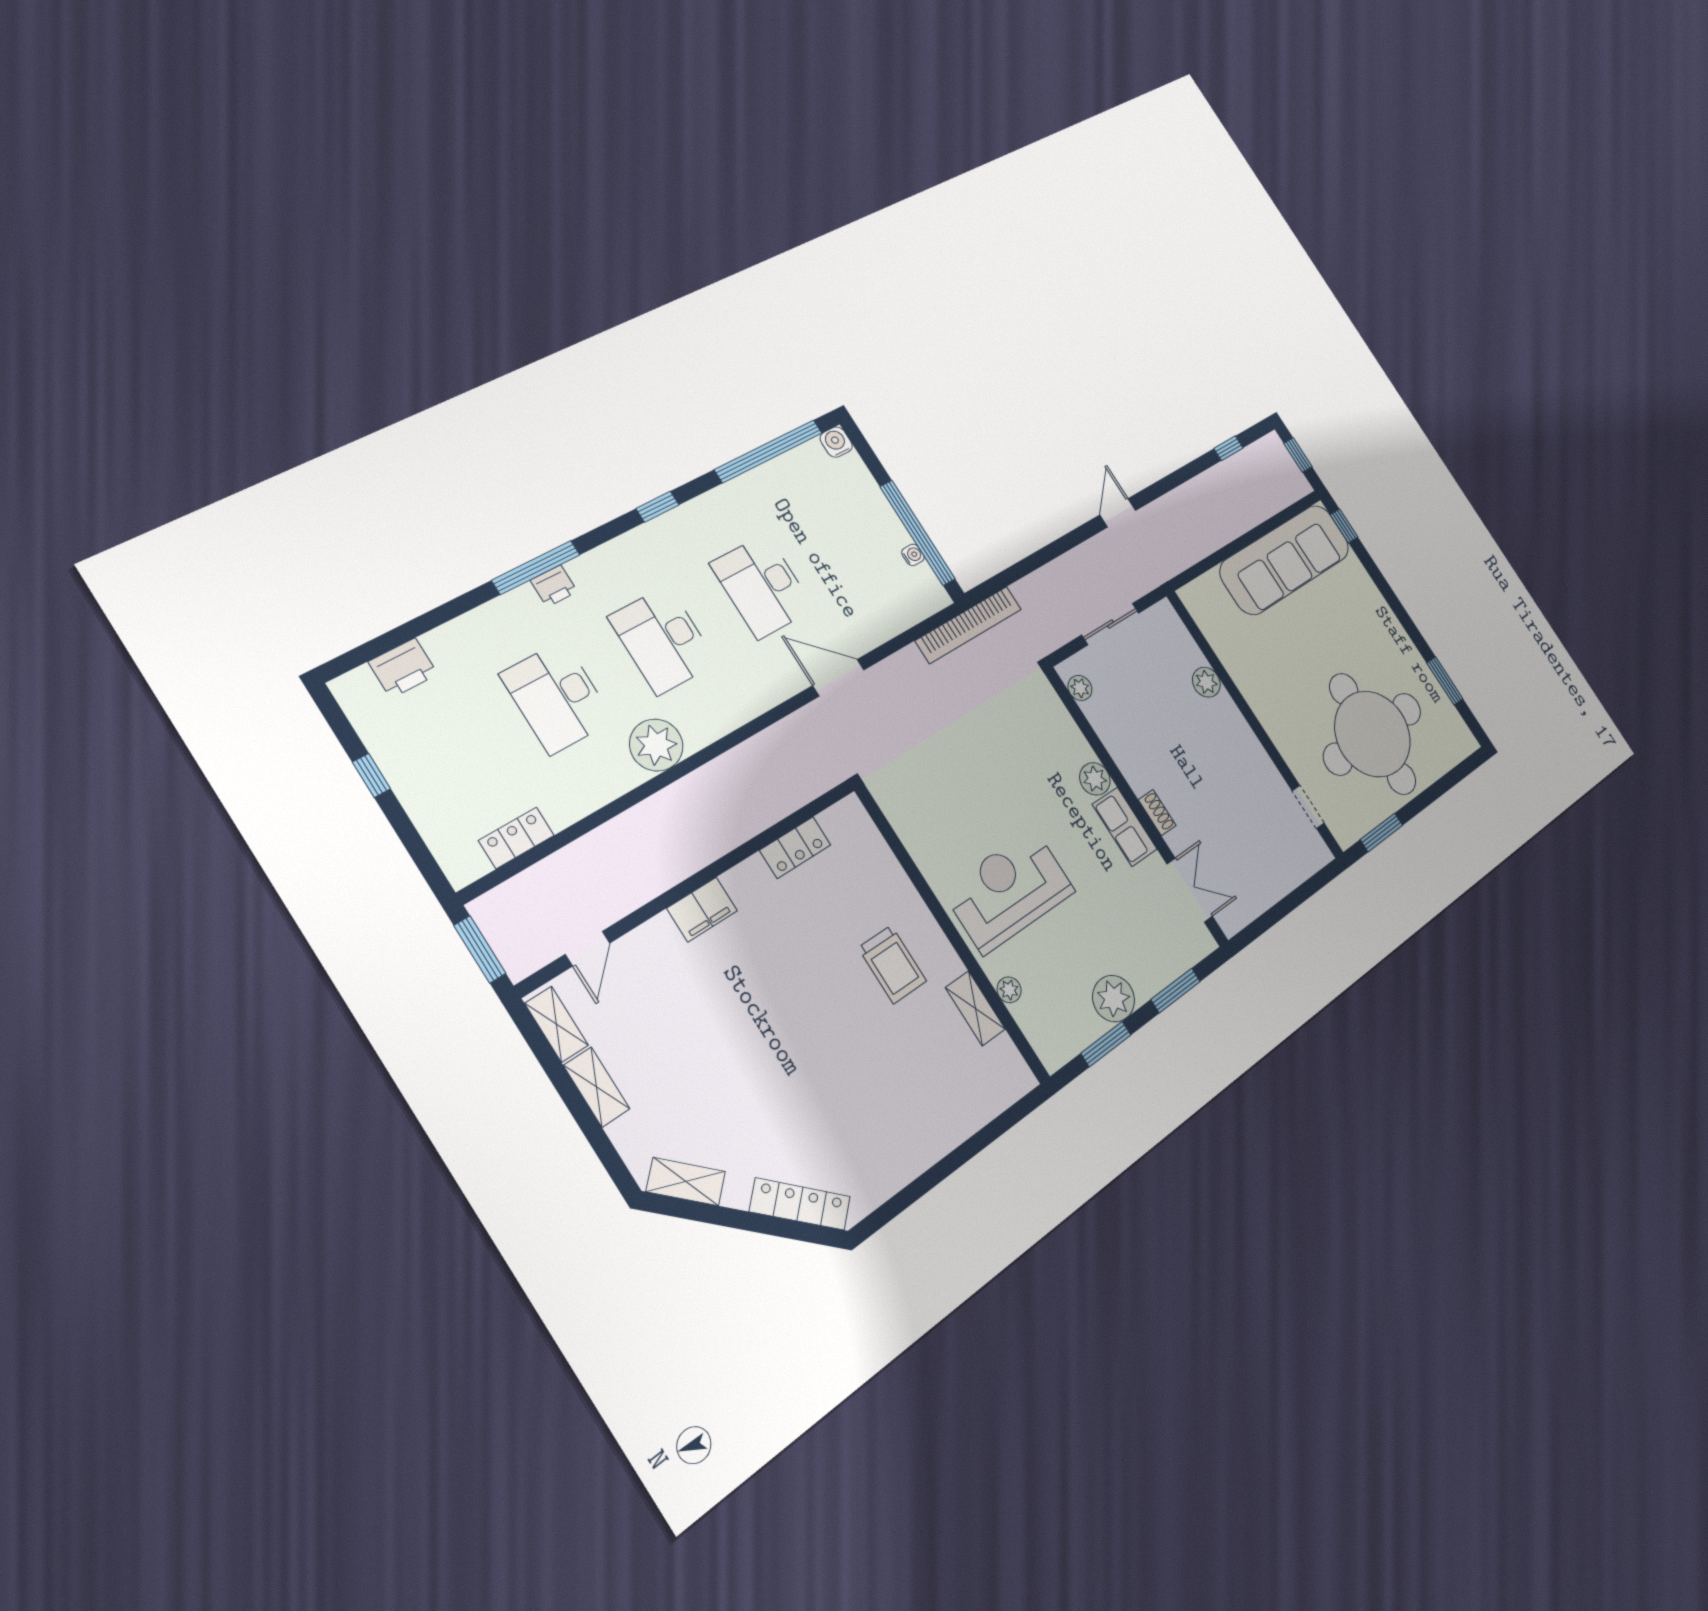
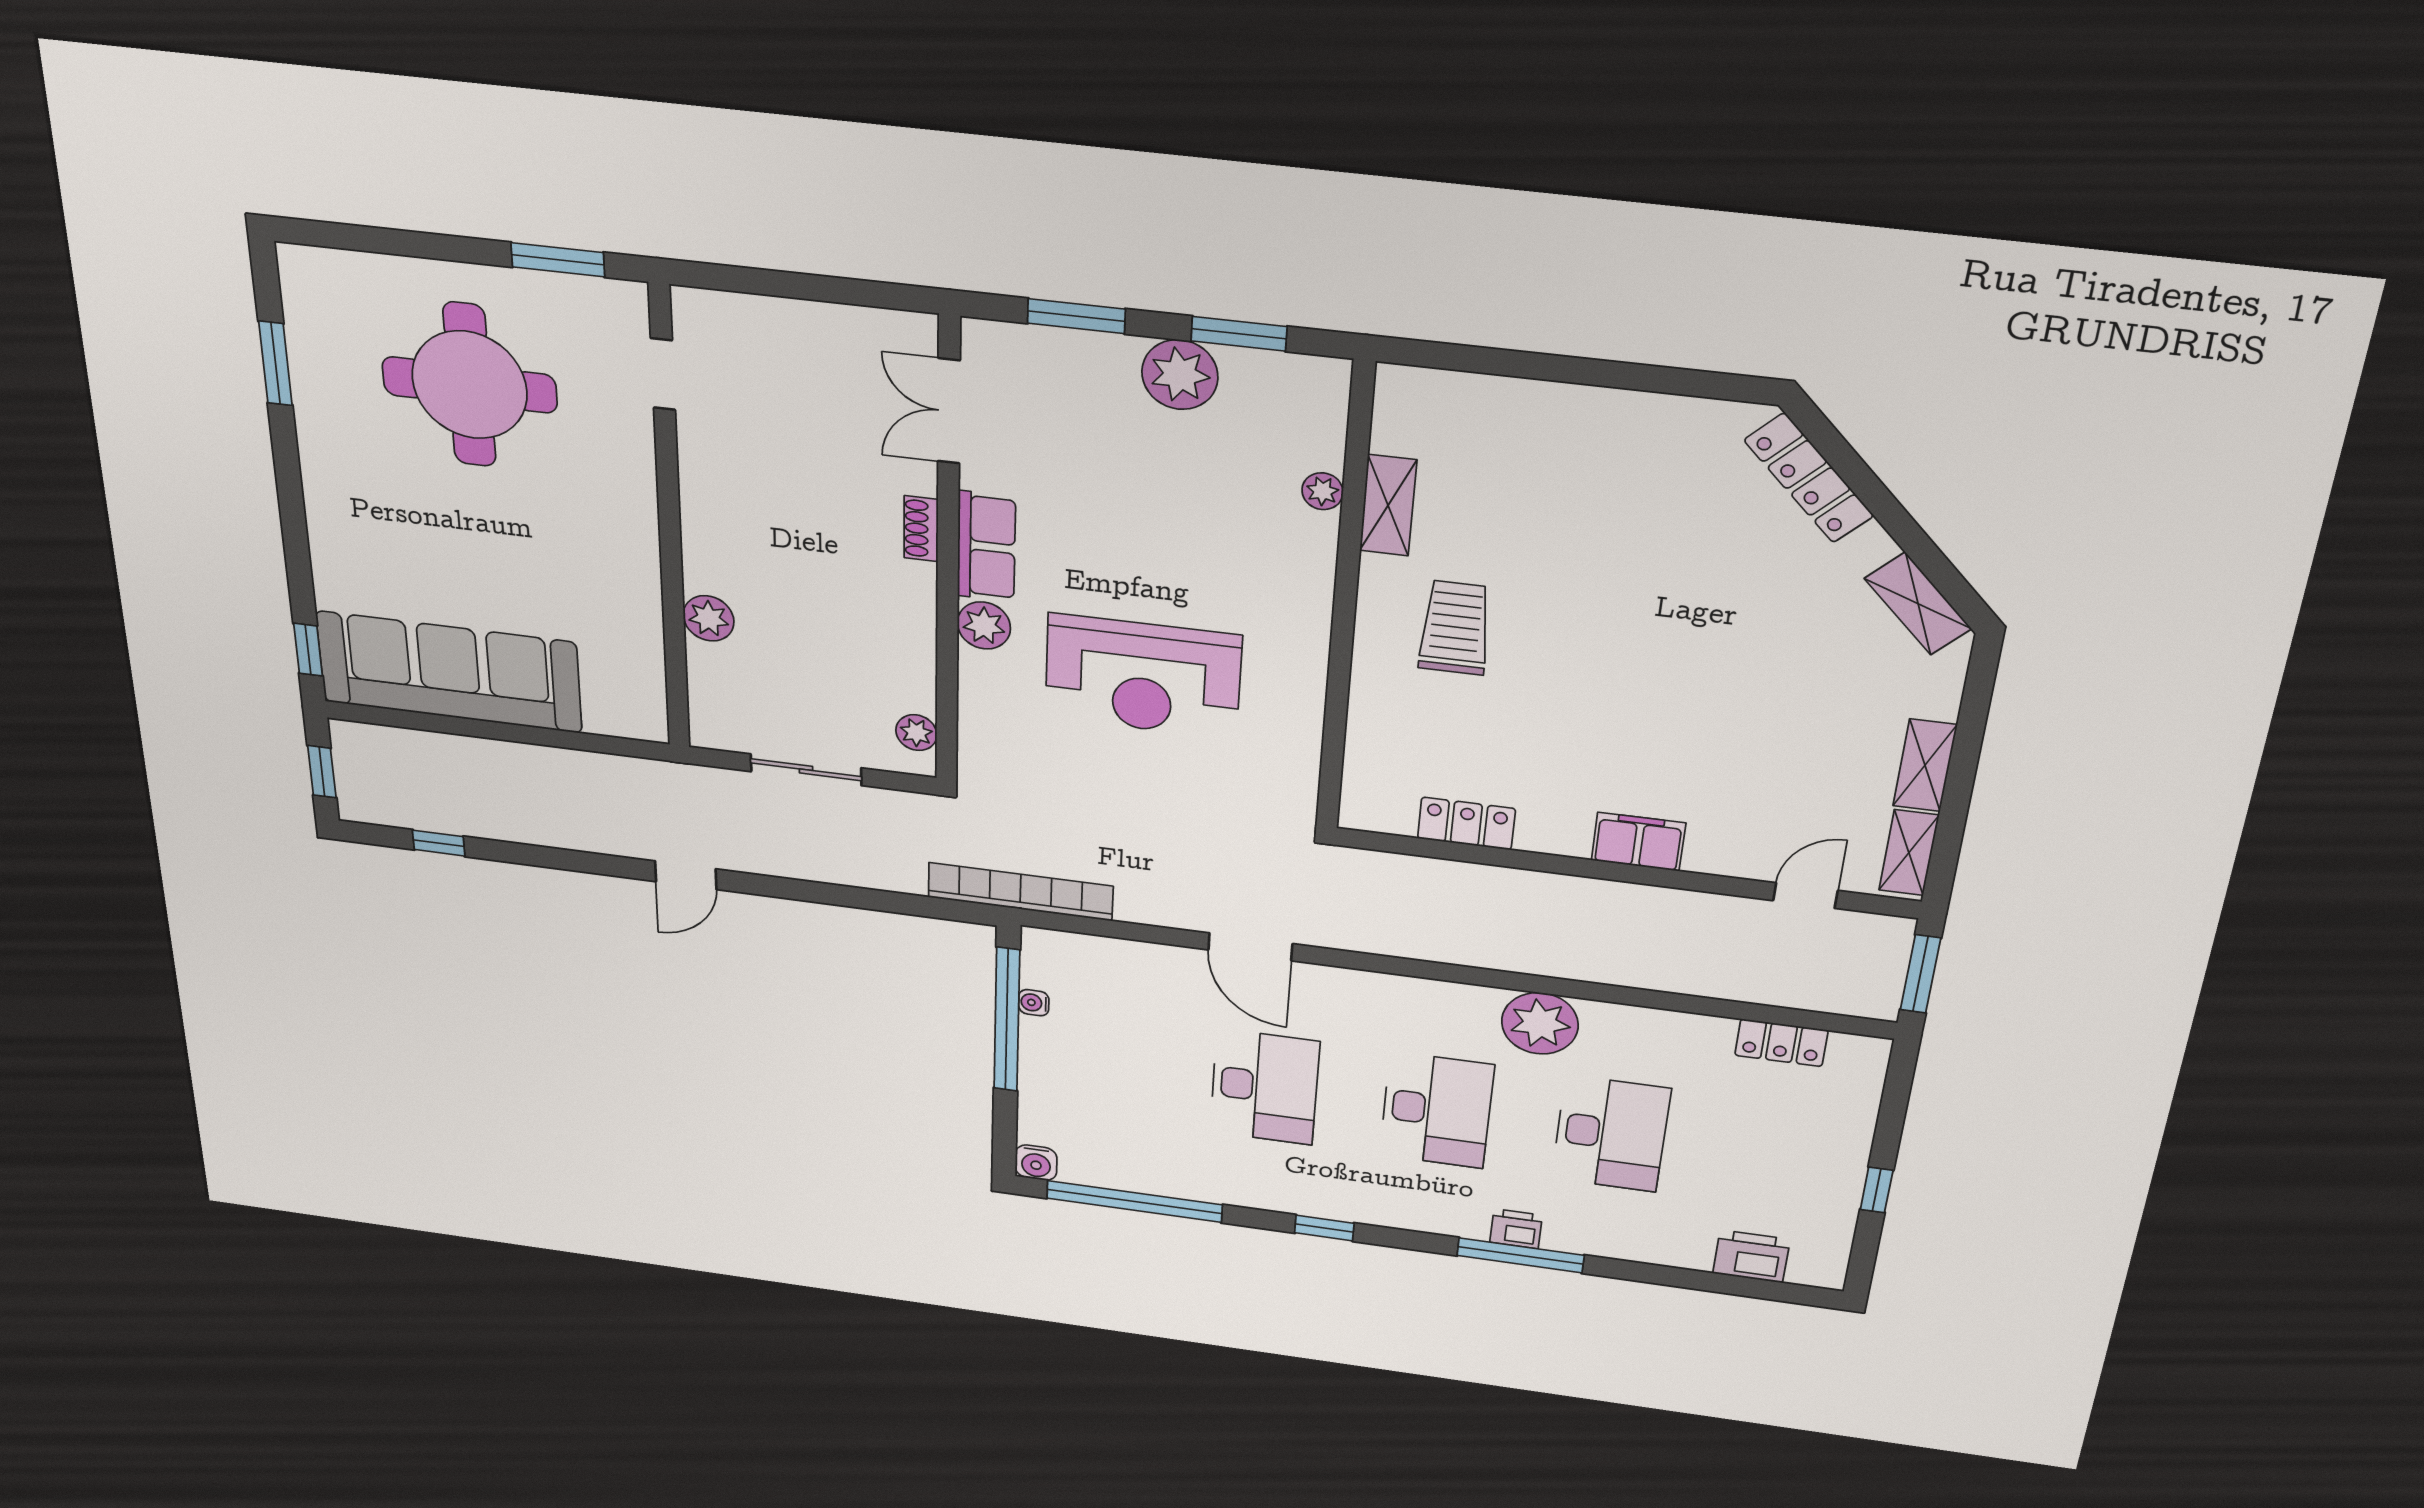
round table: (1373, 734) -> (470, 385), width x0.73, depth x0.73
reception desk: (1009, 891) -> (1143, 676), moved

